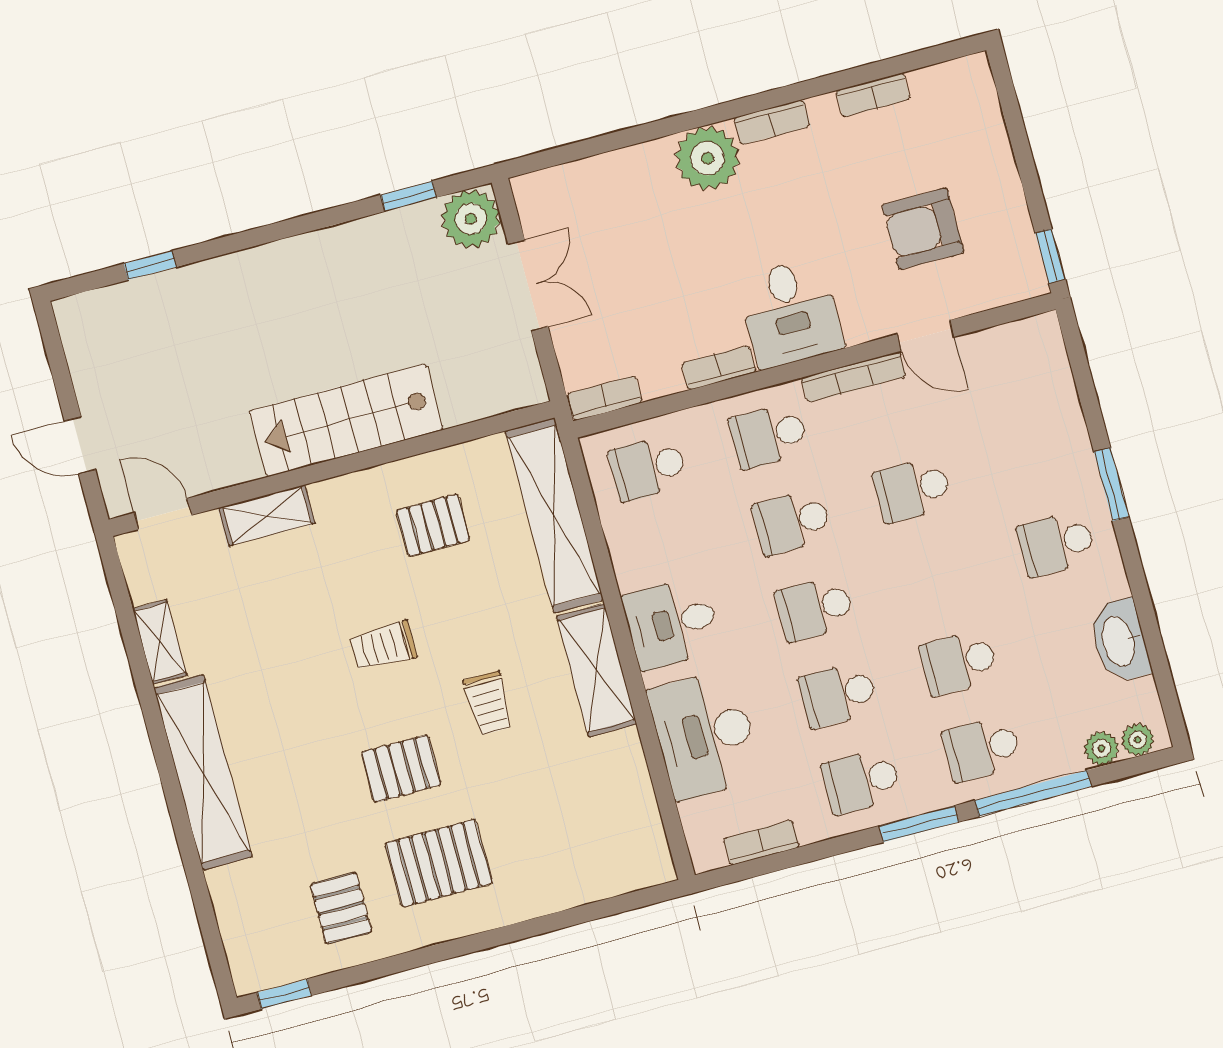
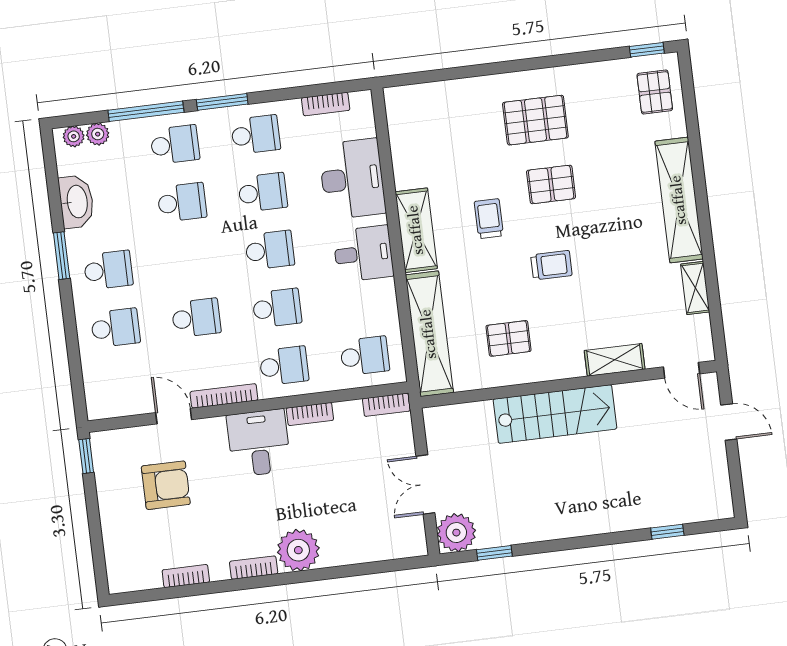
school desk: (1033, 457) -> (115, 328), added
window: (1111, 484) -> (62, 256), moved
pallet: (341, 908) -> (655, 92), moved

